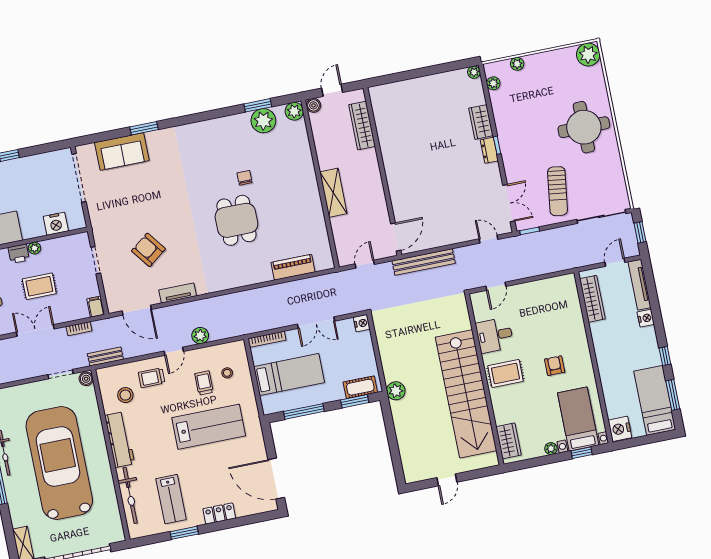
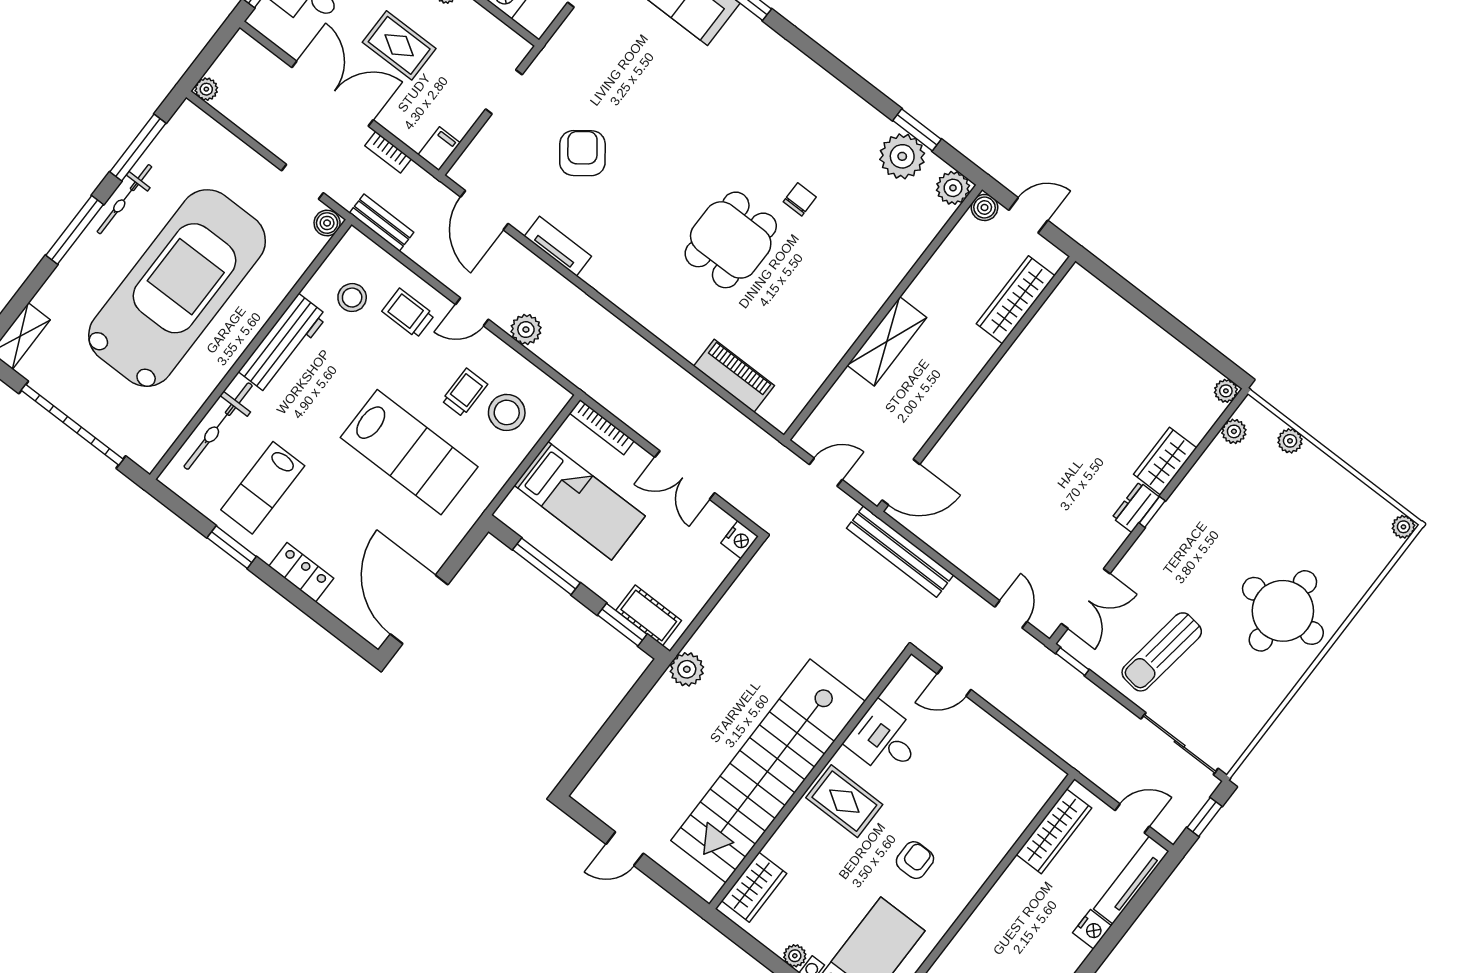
plant: (588, 55) -> (1403, 527), width x0.53, depth x0.53
double door: (35, 331) -> (332, 94), width x1.37
stool: (227, 373) -> (507, 412), width x1.89, depth x1.89

